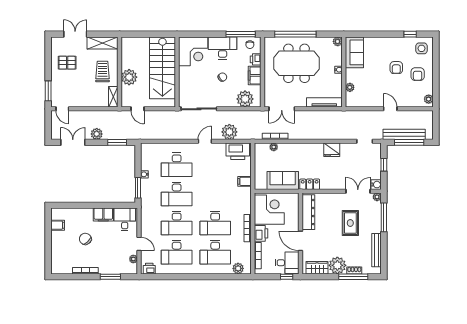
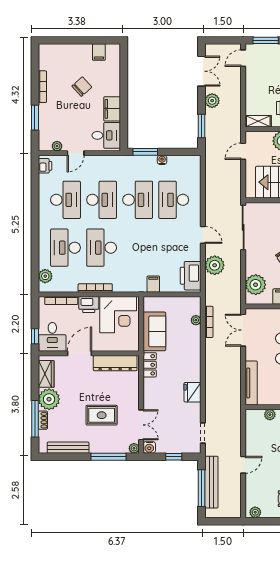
desk: (177, 194) -> (138, 200), turned 180
desk: (177, 223) -> (102, 200), turned 180
desk: (177, 252) -> (65, 200), turned 180

